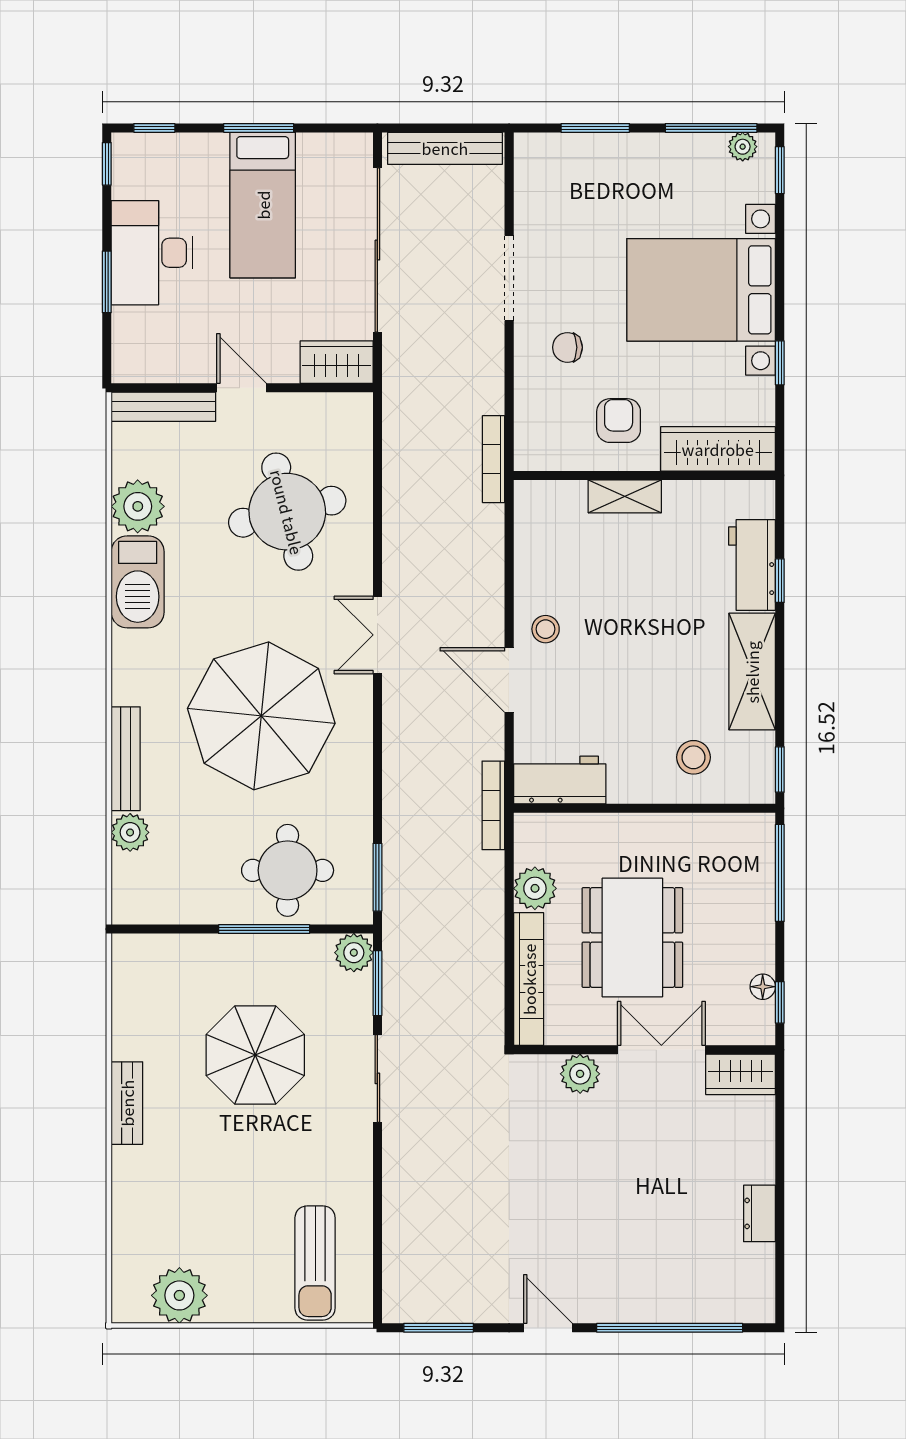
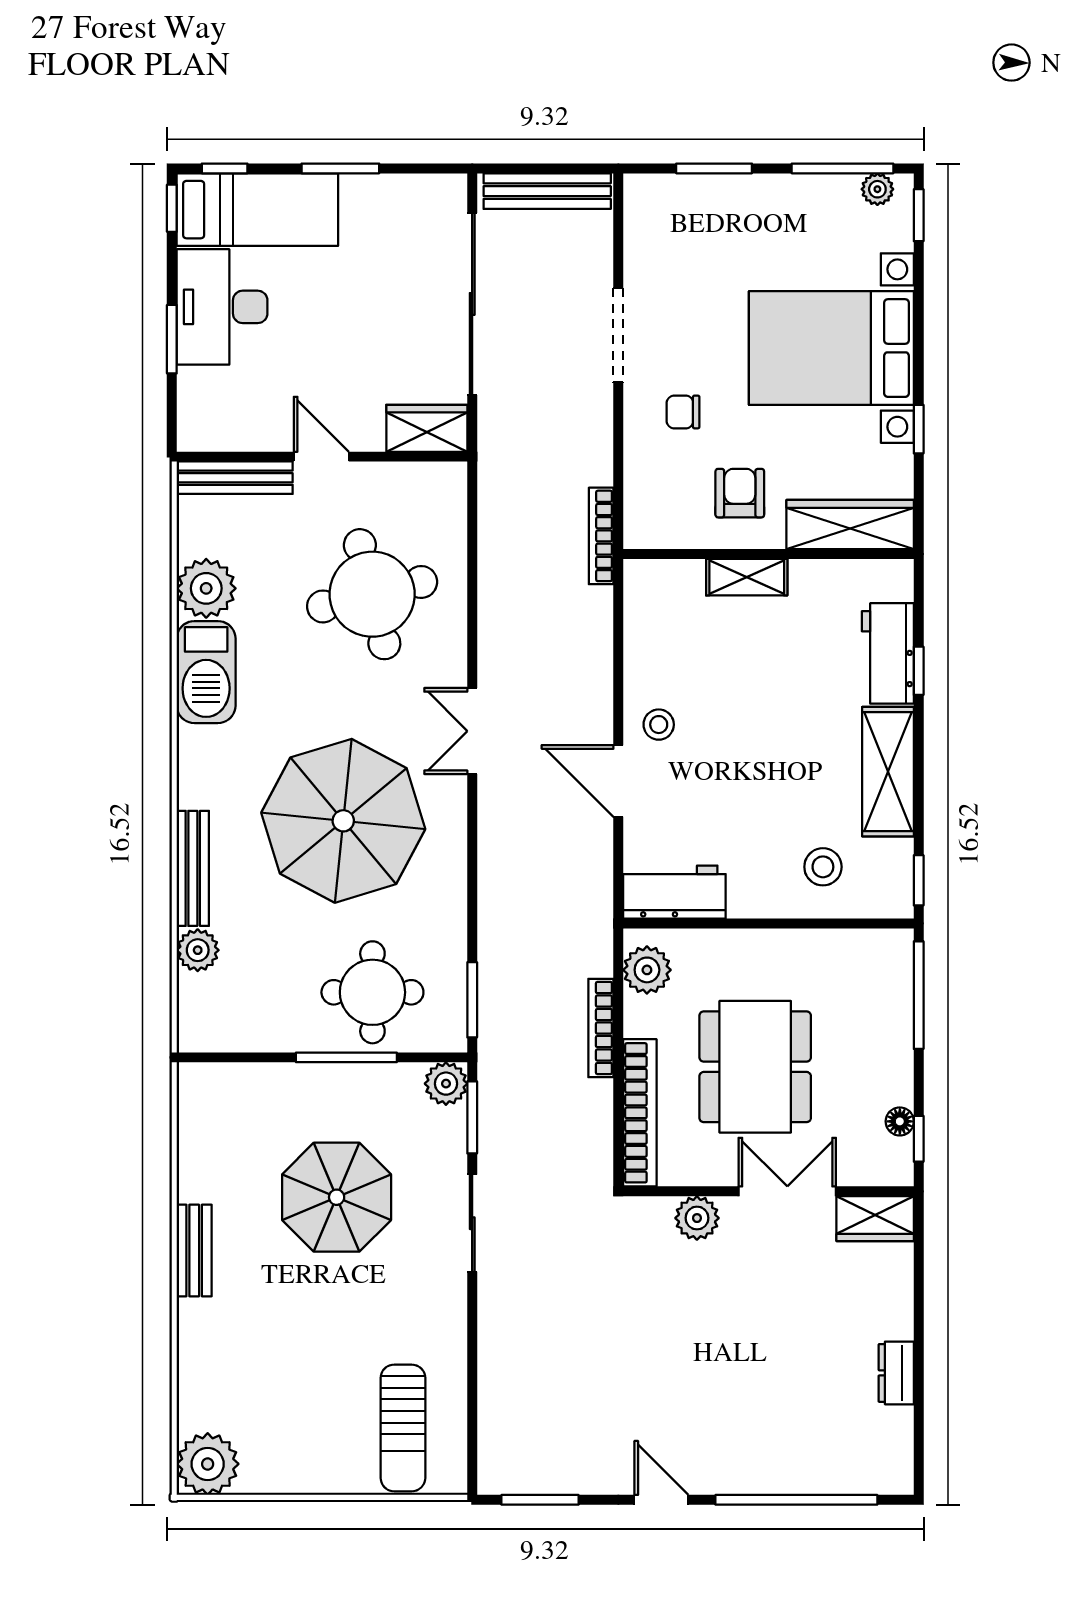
bed: (263, 205) -> (257, 210), moved, turned -90
bookcase: (493, 805) -> (601, 1028), moved
plant: (535, 888) -> (647, 970), moved
plant: (179, 1295) -> (208, 1464), moved

